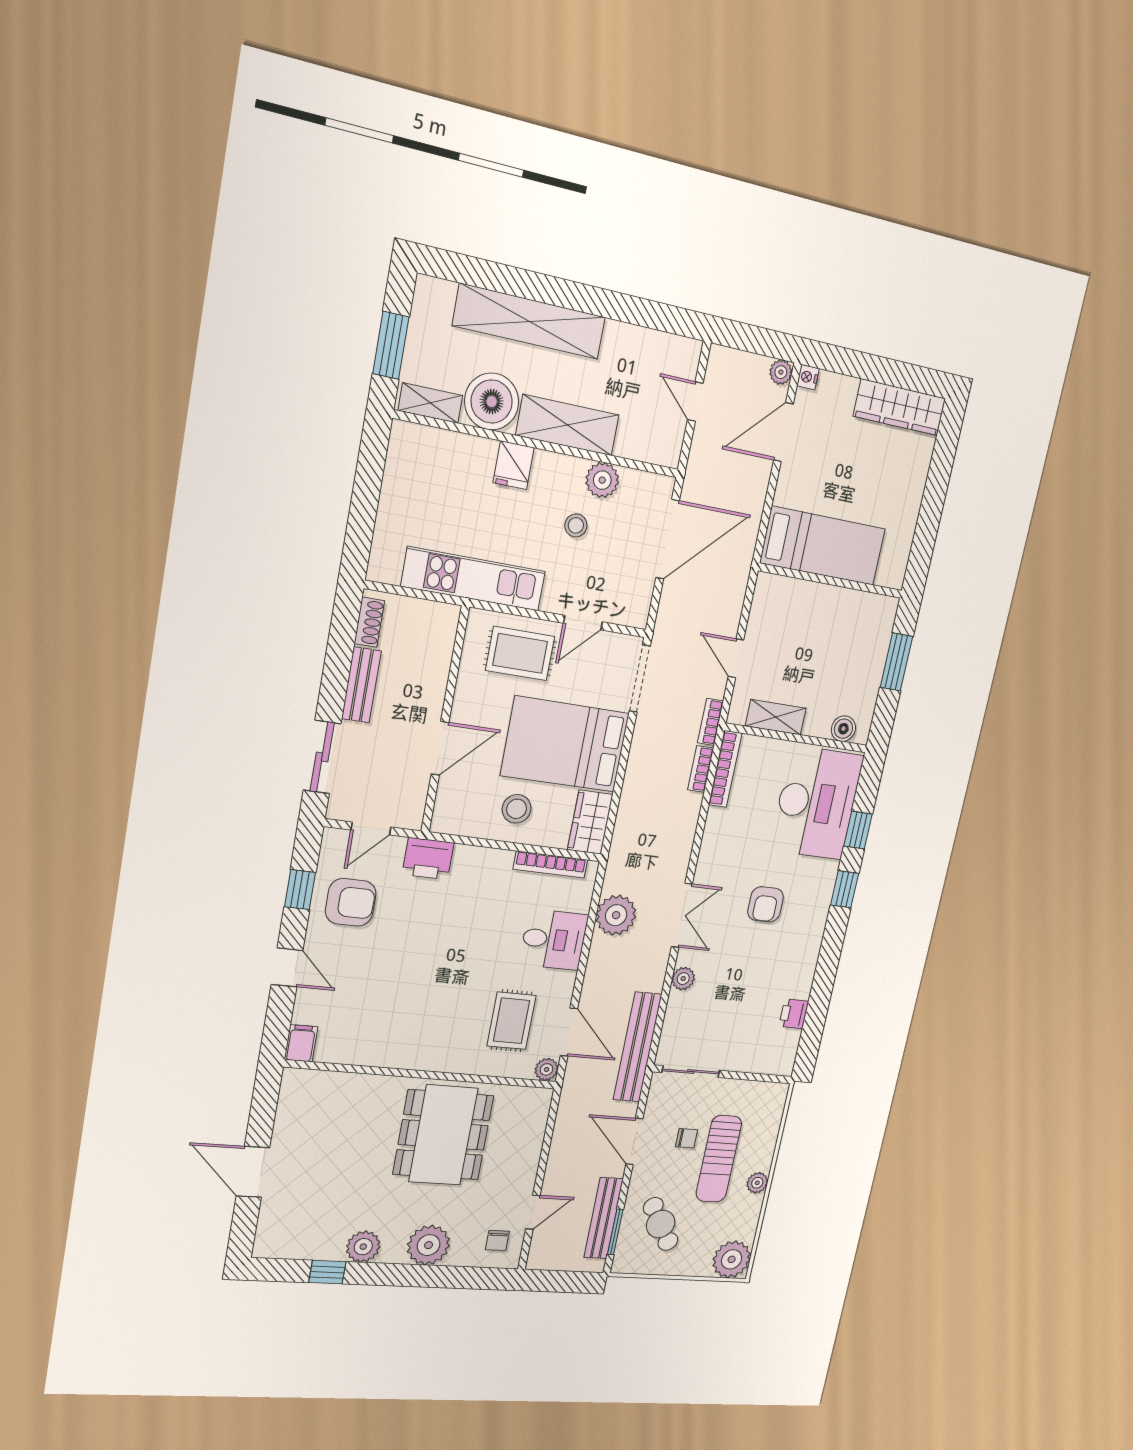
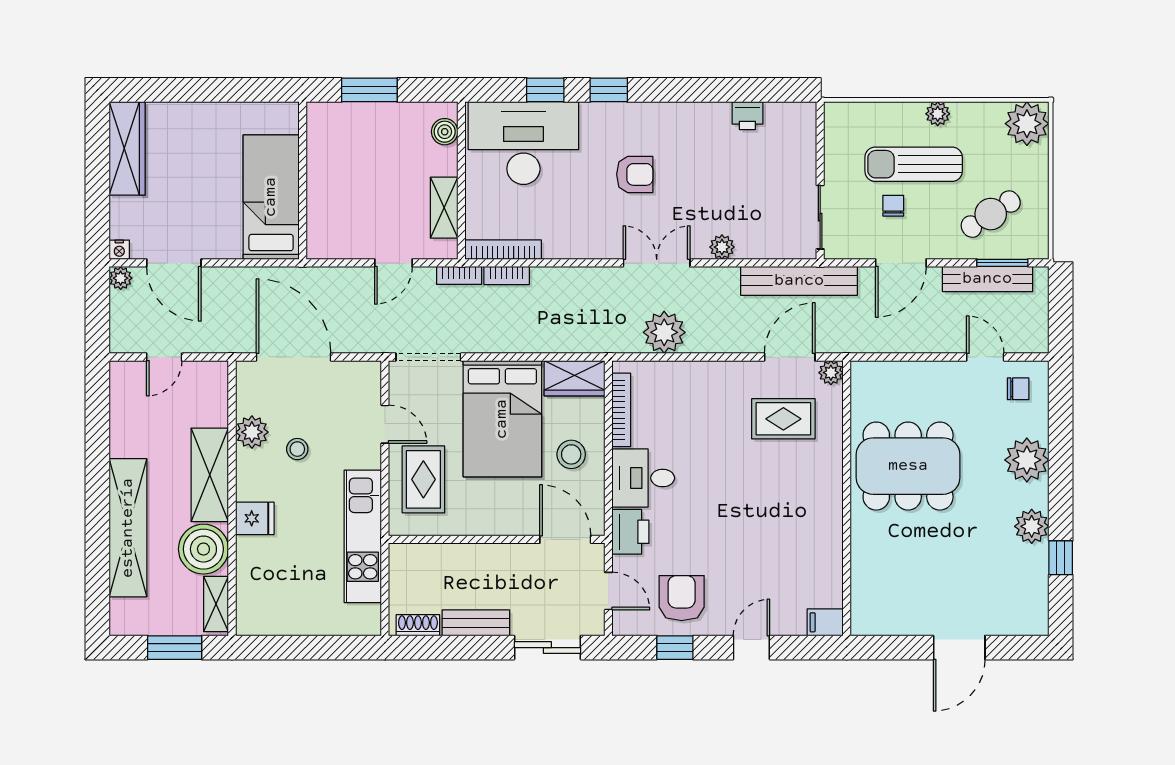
door: (440, 748) -> (565, 539), moved
desk: (554, 940) -> (643, 478), moved, turned -90
sun lounger: (719, 1159) -> (914, 164), turned 180

